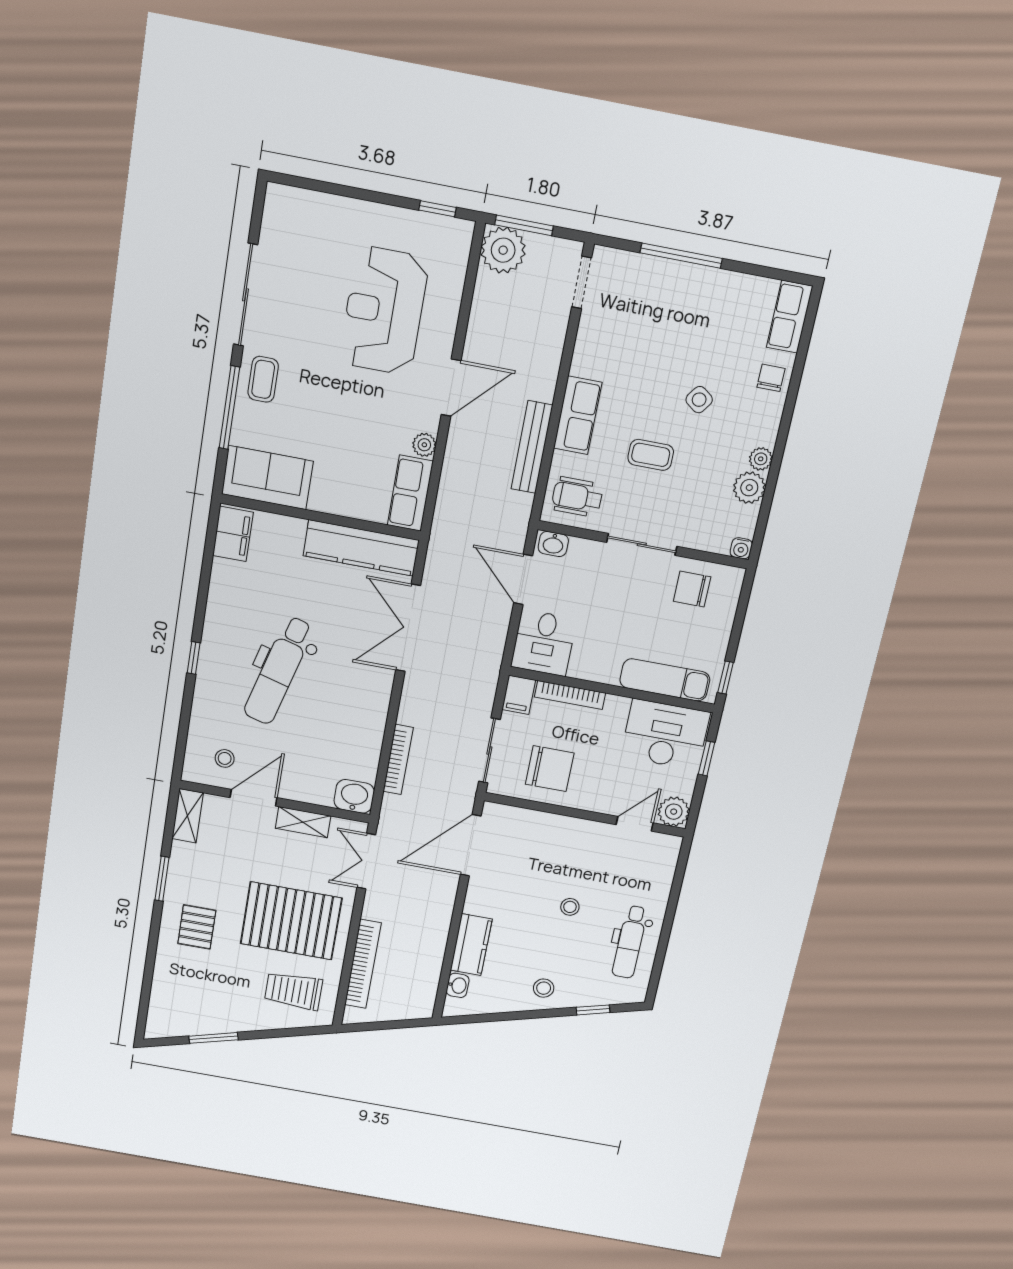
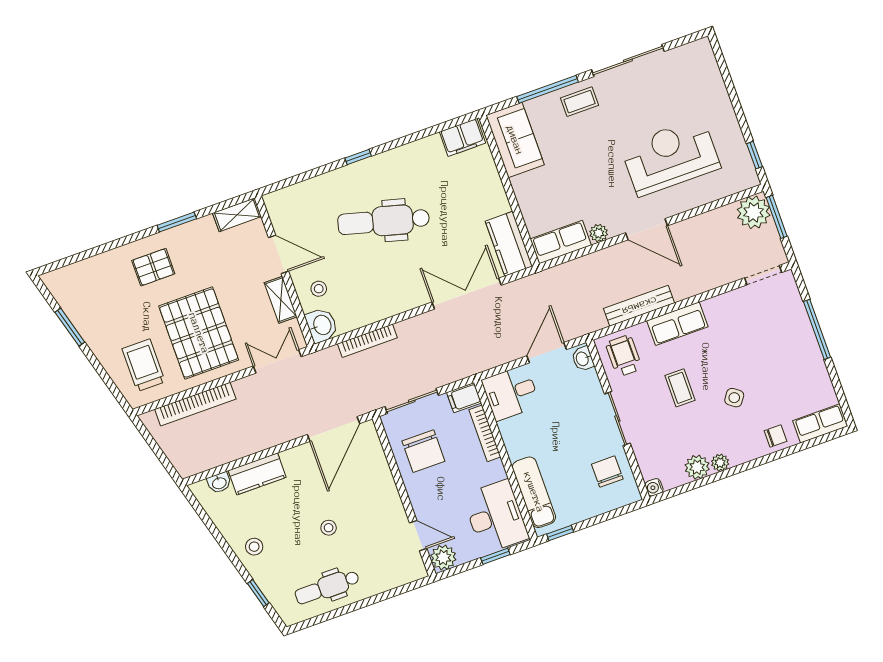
kitchen counter: (361, 548) -> (509, 244), width x0.67
stool: (225, 758) -> (319, 289), moved
door: (471, 845) -> (333, 429), swing flipped

